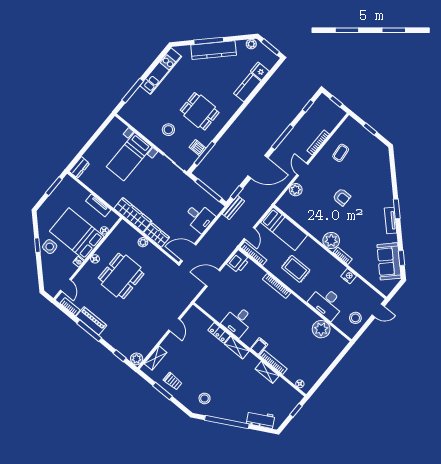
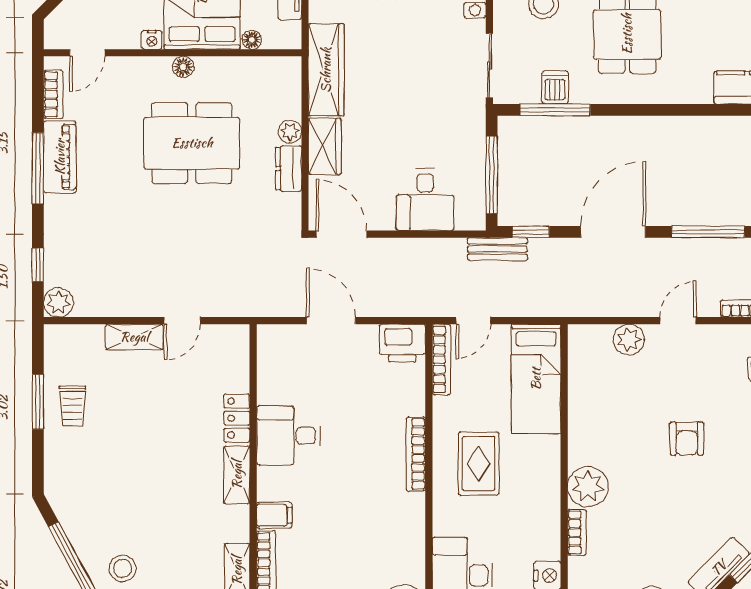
door: (258, 167) -> (613, 232), swing flipped
dresser: (154, 252) -> (289, 169), added
shelving: (156, 358) -> (134, 337), moved
stool: (205, 398) -> (122, 568), moved

